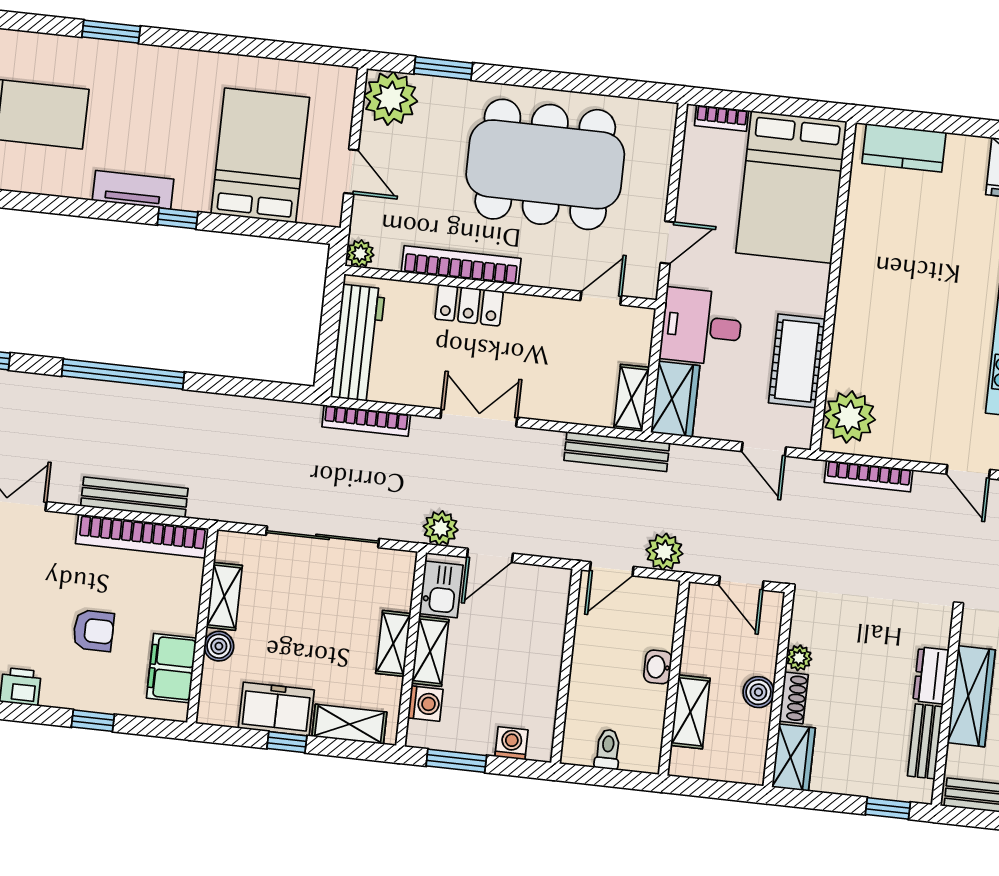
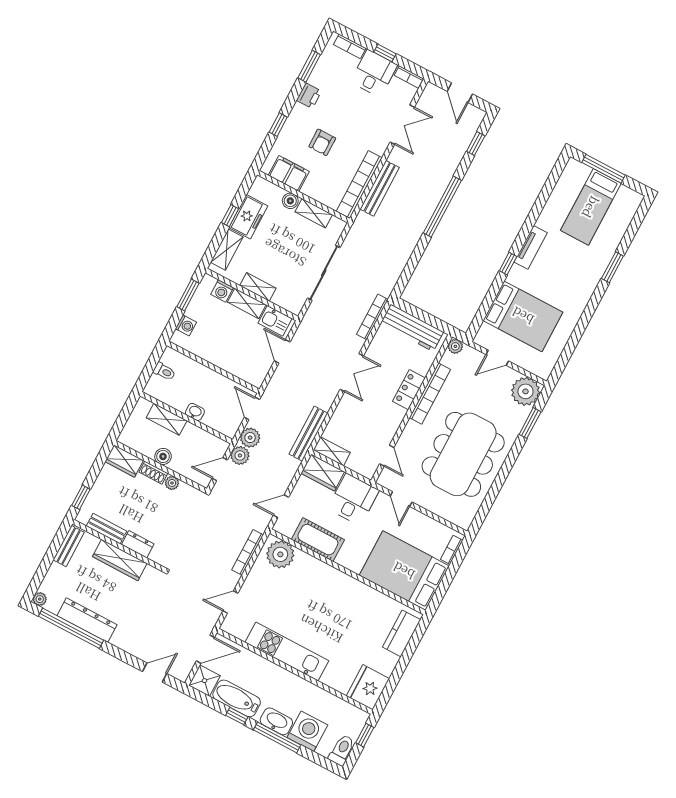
plant: (441, 528) -> (240, 455), moved

